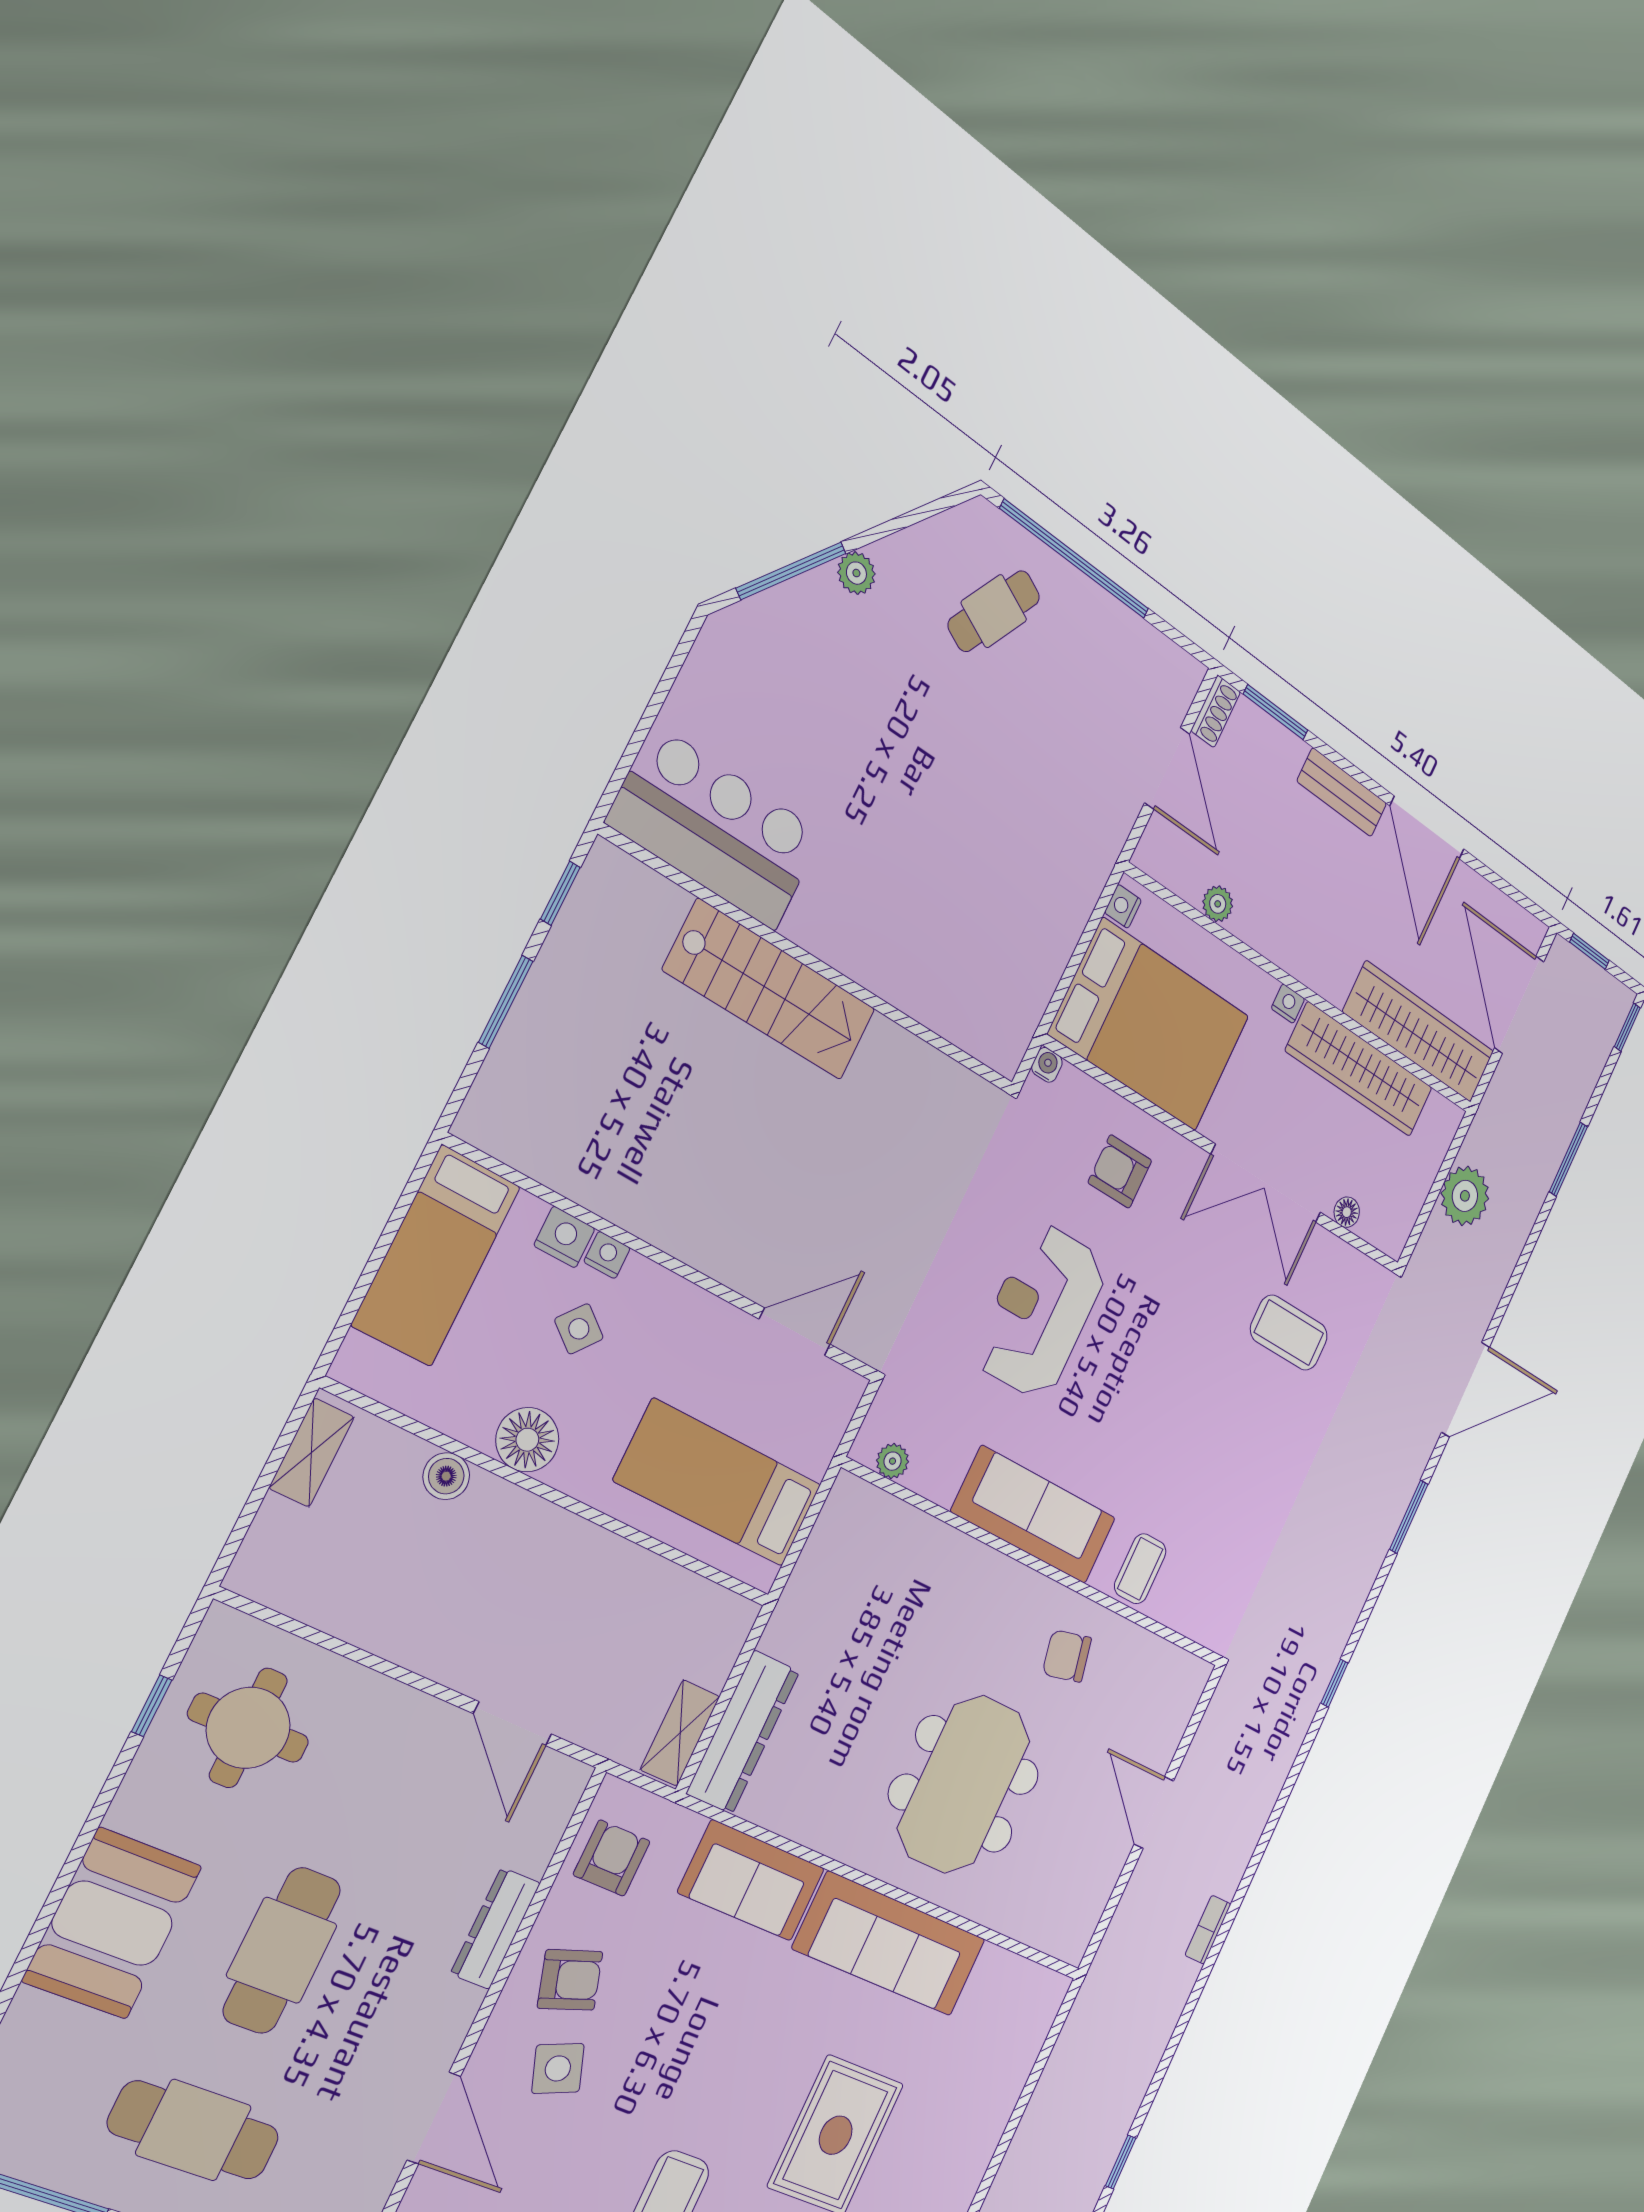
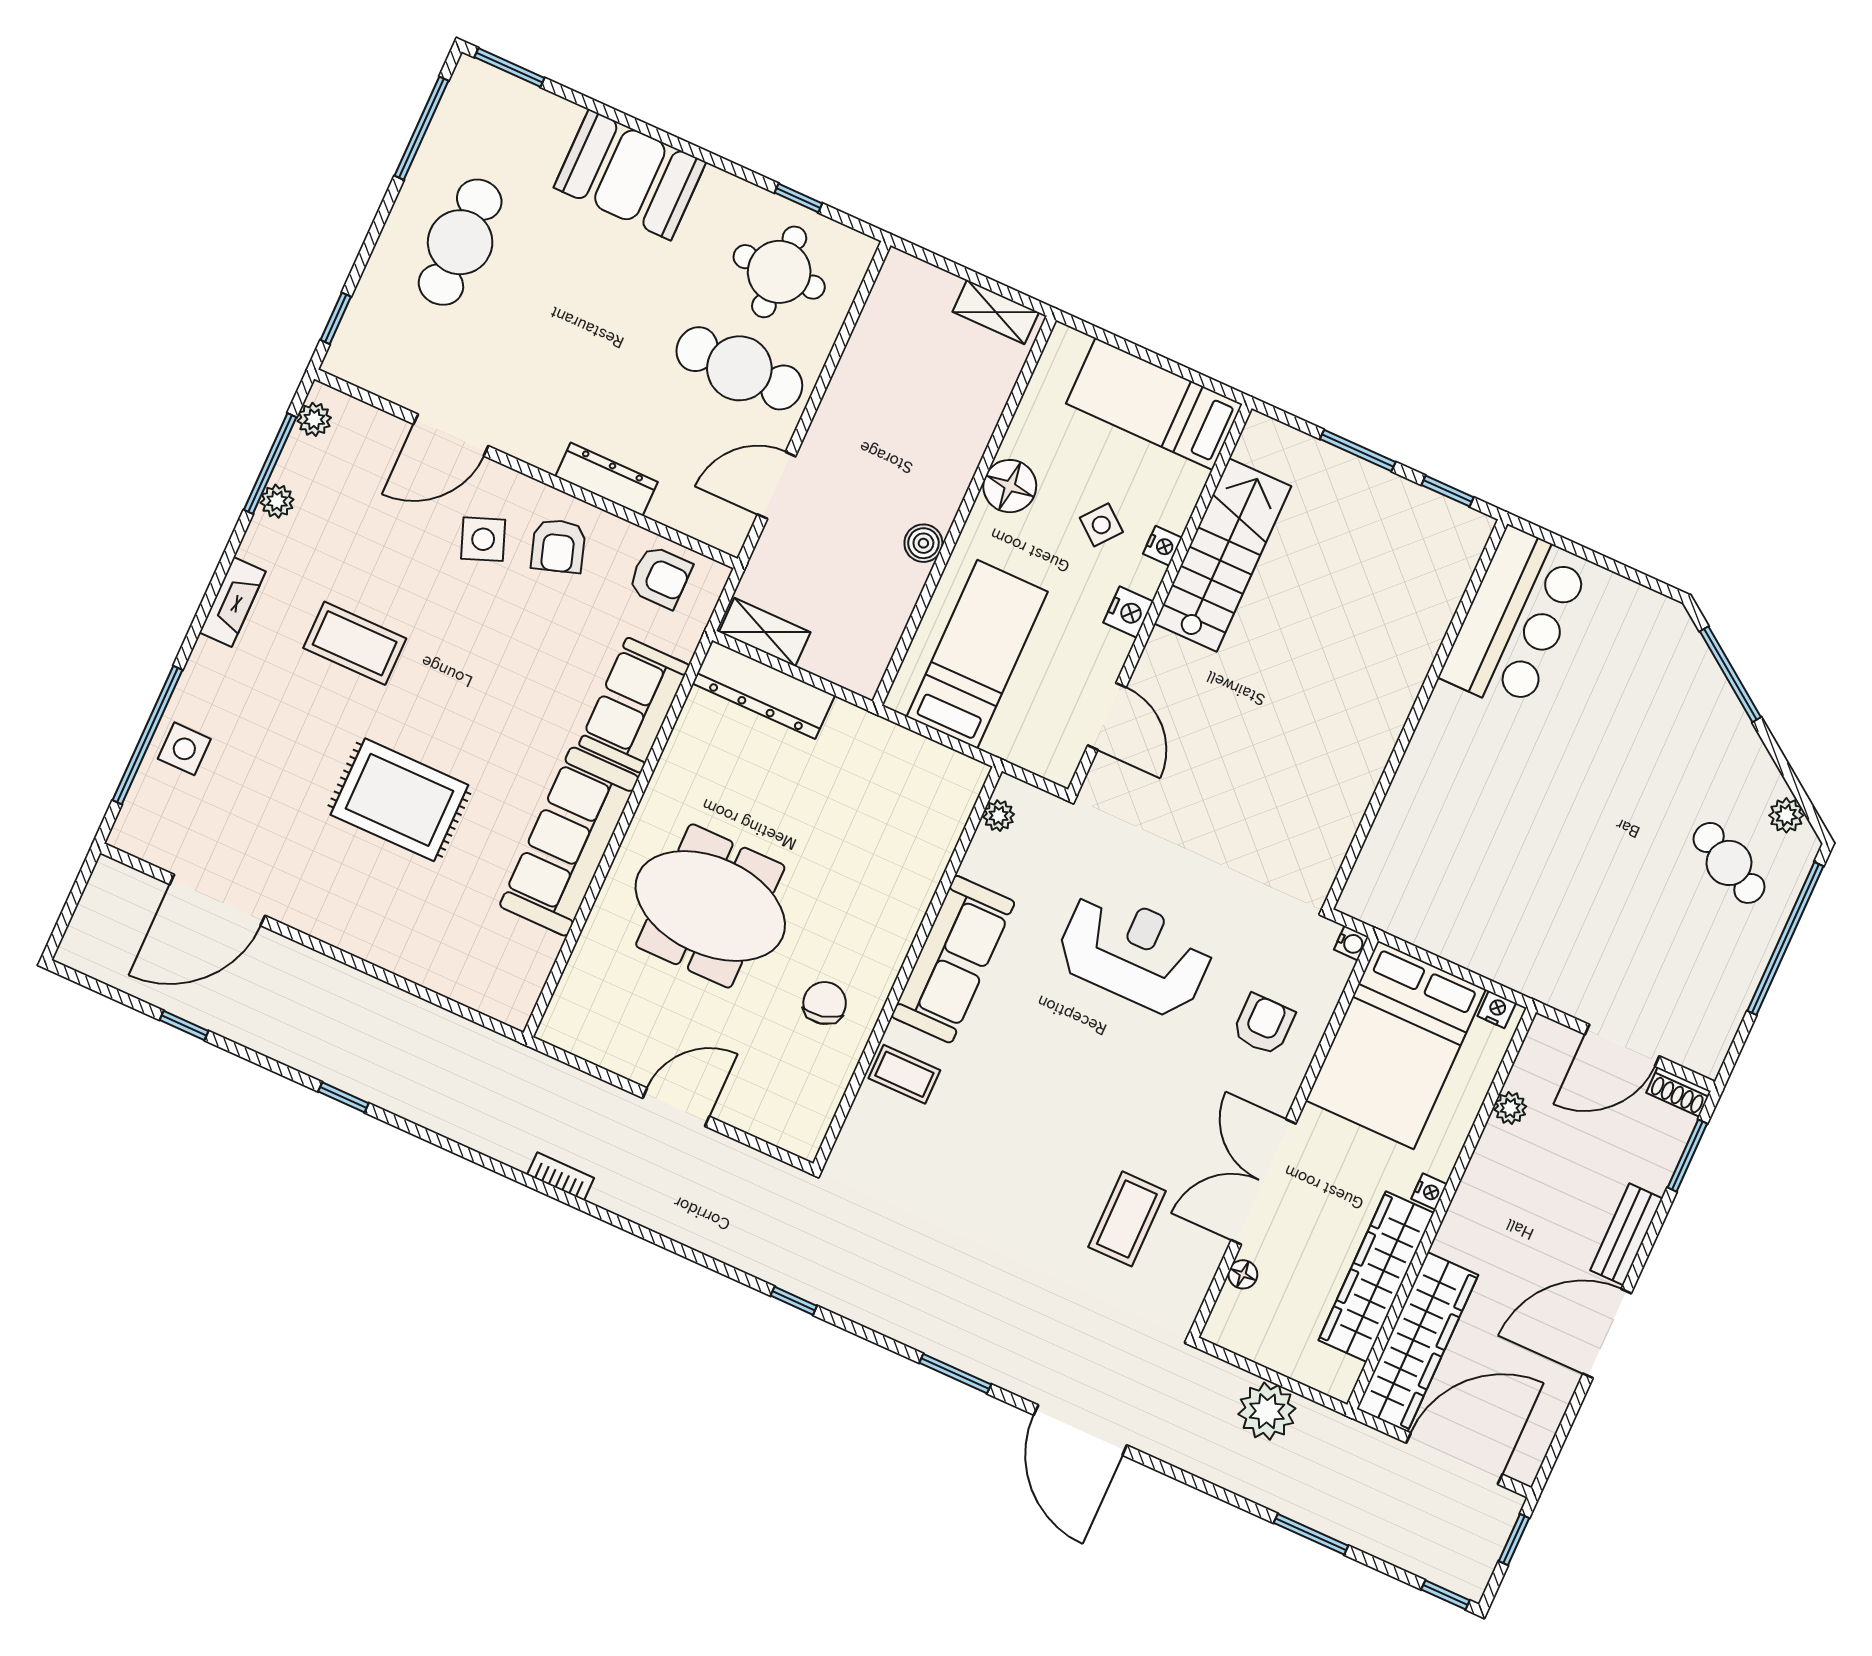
plant: (856, 573) -> (1786, 815), moved
stairs: (770, 990) -> (1223, 555), moved, turned 180
nightstand: (564, 1237) -> (1128, 612), moved
boiler: (446, 1476) -> (923, 543), moved
cafe table: (282, 1950) -> (739, 368), moved

